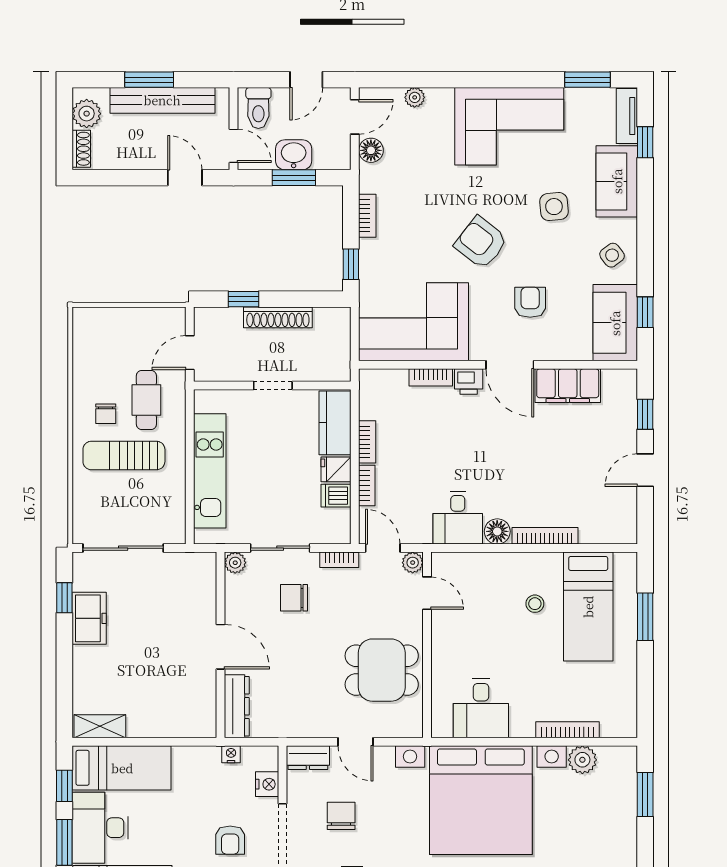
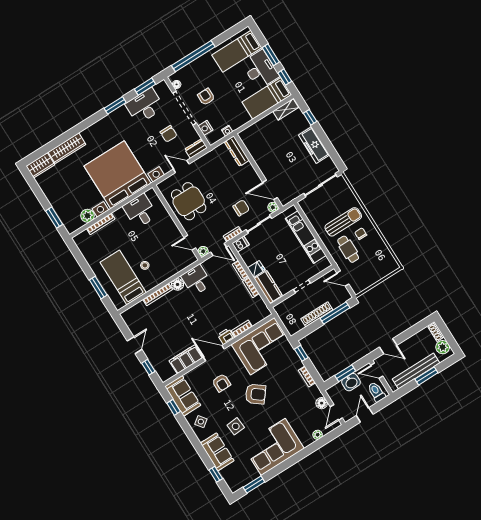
tv unit: (627, 116) -> (229, 480), removed
window: (244, 299) -> (335, 313), width x2.17
door: (190, 353) -> (343, 279), swing flipped
dishwasher: (336, 496) -> (241, 244), moved
window: (64, 598) -> (310, 117), moved
freezer: (89, 618) -> (314, 145), width x1.40
door: (221, 647) -> (270, 190), moved
dining table: (382, 670) -> (189, 201), turned 90

